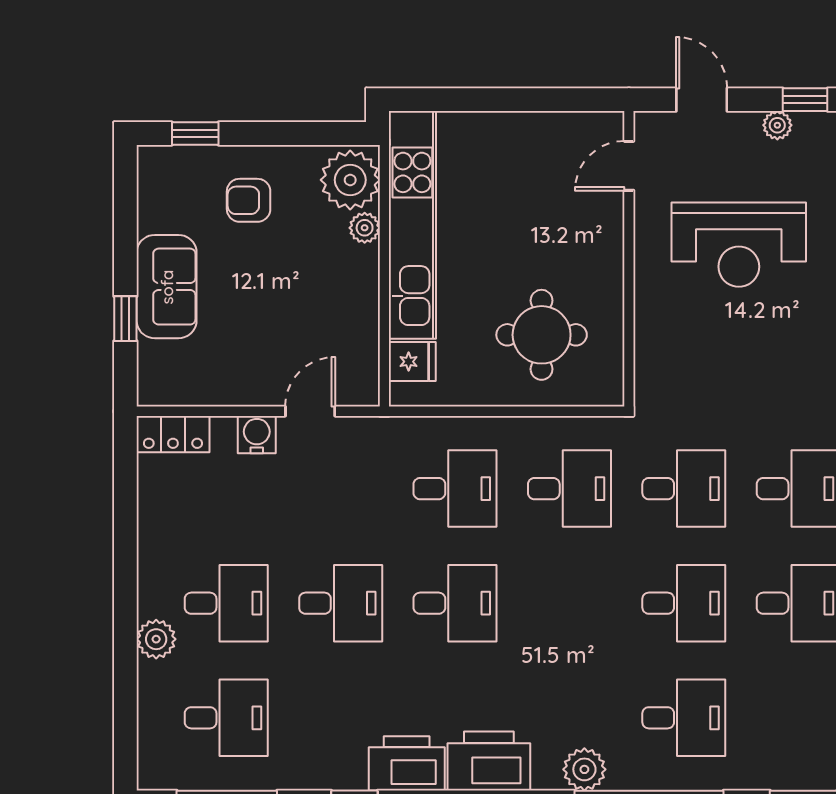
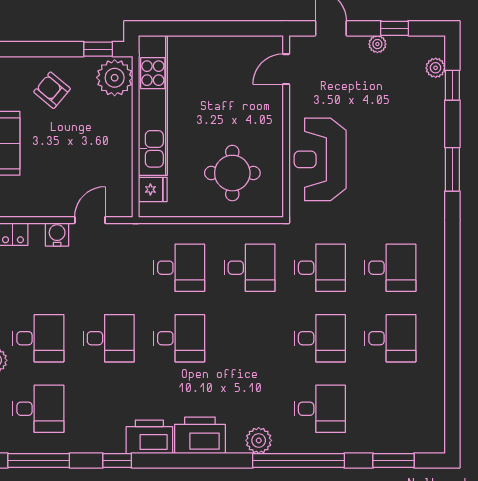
window: (195, 134) -> (98, 49), moved
armchair: (249, 200) -> (52, 90), turned 40
plant: (365, 228) -> (123, 107), removed
reception desk: (739, 245) -> (320, 159), moved, turned 90

